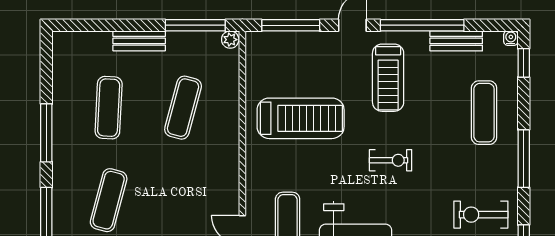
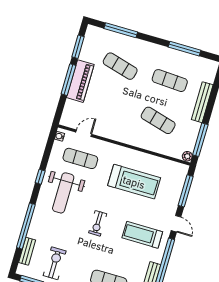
bench: (139, 41) -> (202, 102), width x1.36
treadmill: (301, 118) -> (134, 182), turned -90
window: (46, 133) -> (184, 49), moved

